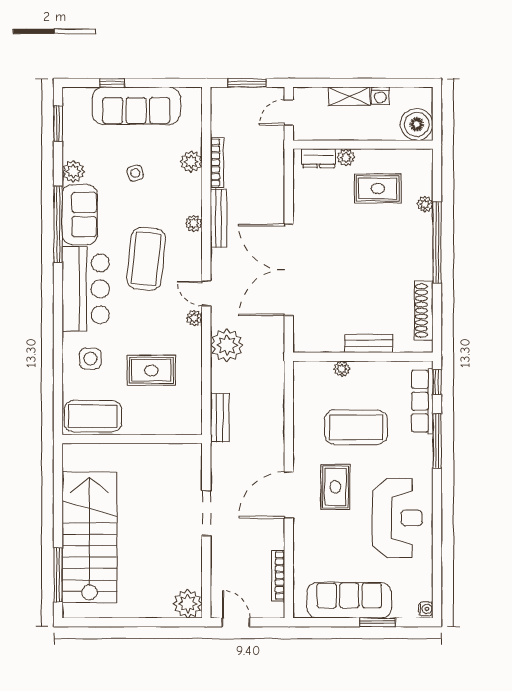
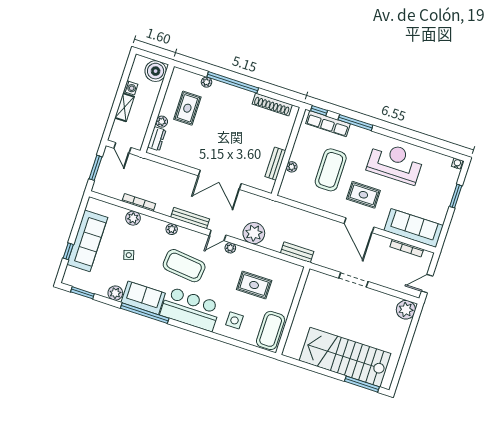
bench: (219, 218) -> (190, 218), moved
double door: (289, 270) -> (220, 180), width x0.73
bench: (369, 343) -> (275, 164), moved
rug: (151, 370) -> (254, 285), turned 90
sofa: (349, 600) -> (414, 228), moved, turned 90

